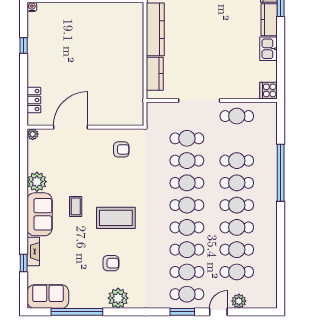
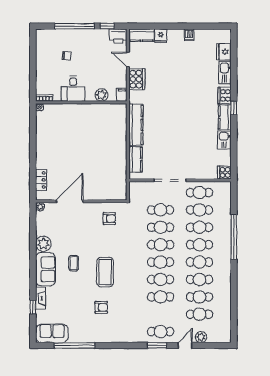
window: (24, 45) -> (33, 137), removed
coffee table: (116, 218) -> (105, 272), turned 90
cafe table: (187, 272) -> (199, 210), moved
plant: (118, 298) -> (107, 335), removed

